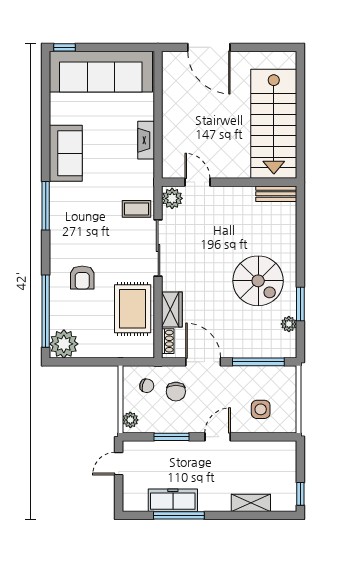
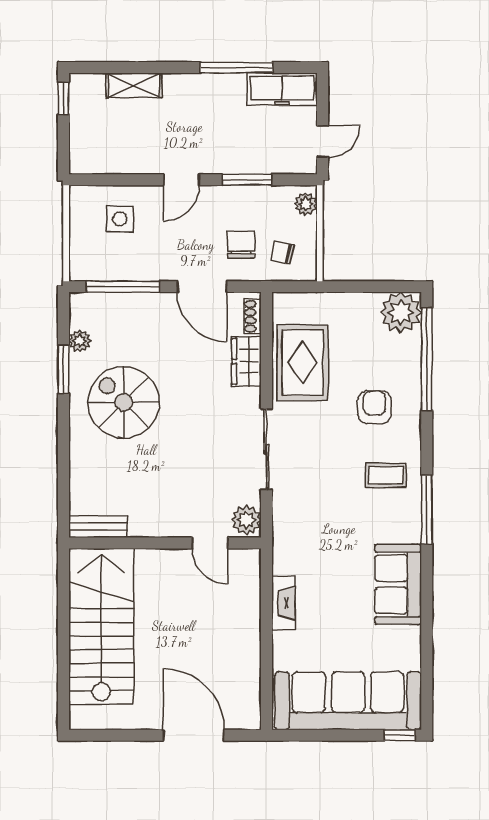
coffee table: (136, 209) -> (386, 475), moved
freezer: (173, 500) -> (282, 89), moved

